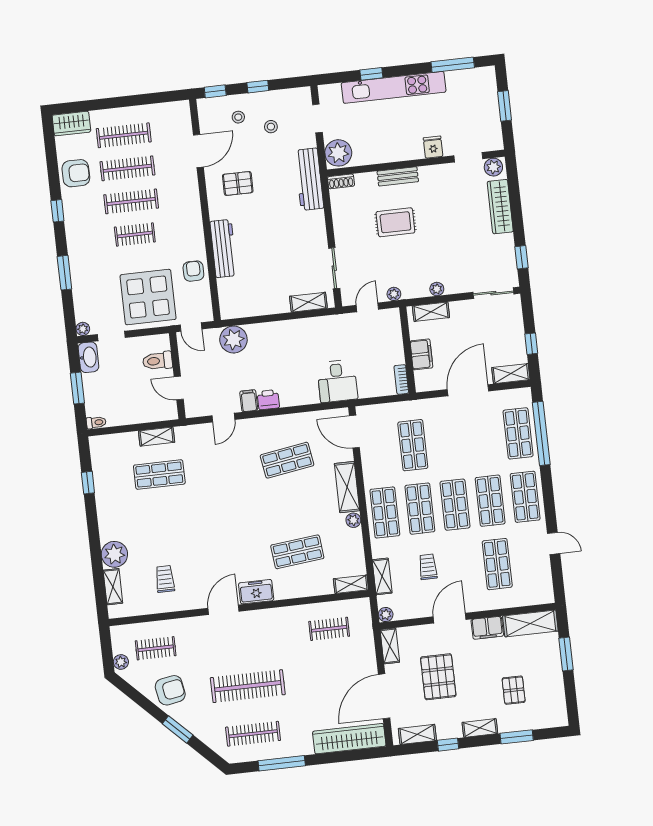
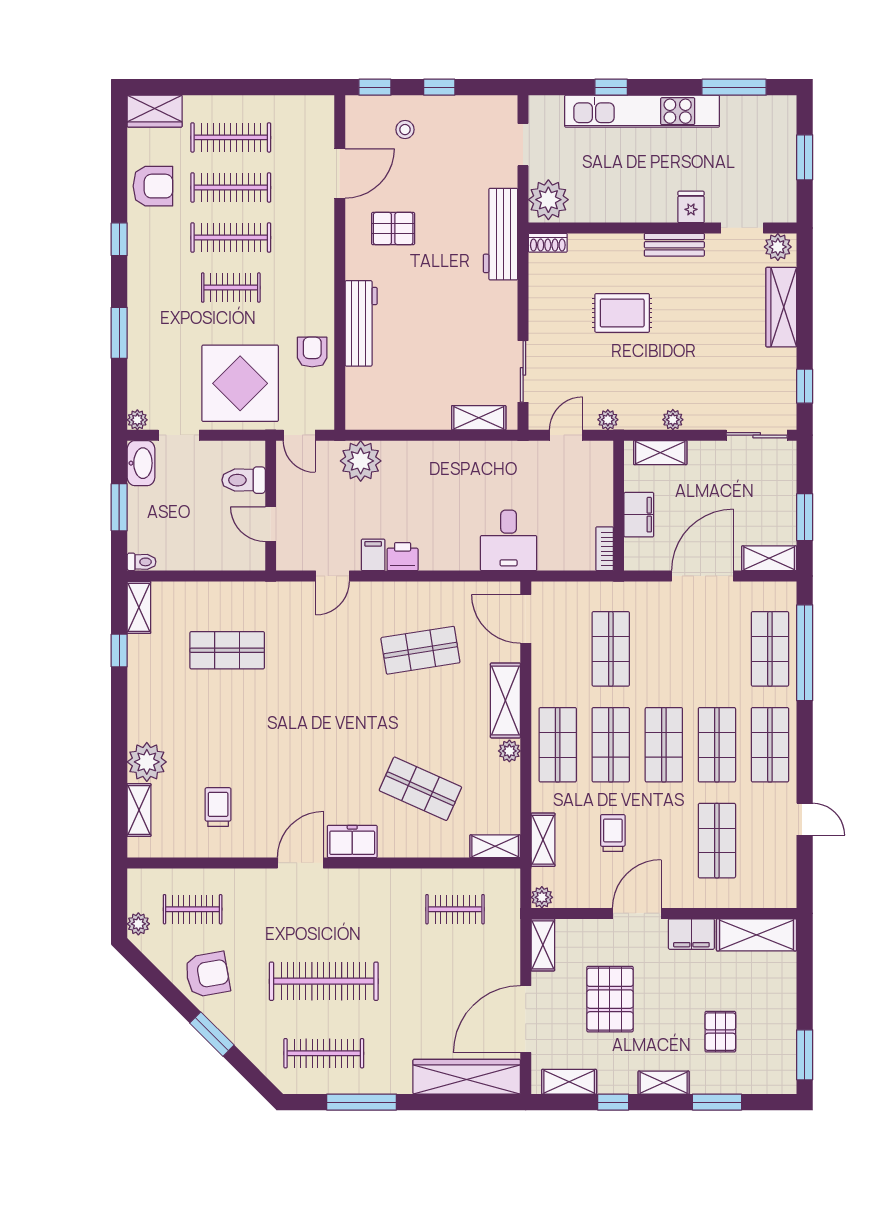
stool: (271, 127) -> (452, 149), removed
bench: (398, 176) -> (674, 245), moved
window: (531, 344) -> (805, 517), width x1.50
shelving: (157, 437) -> (139, 607), moved, turned 90
shop shelf: (297, 552) -> (420, 789), turned 30
window: (566, 654) -> (805, 1055), moved

